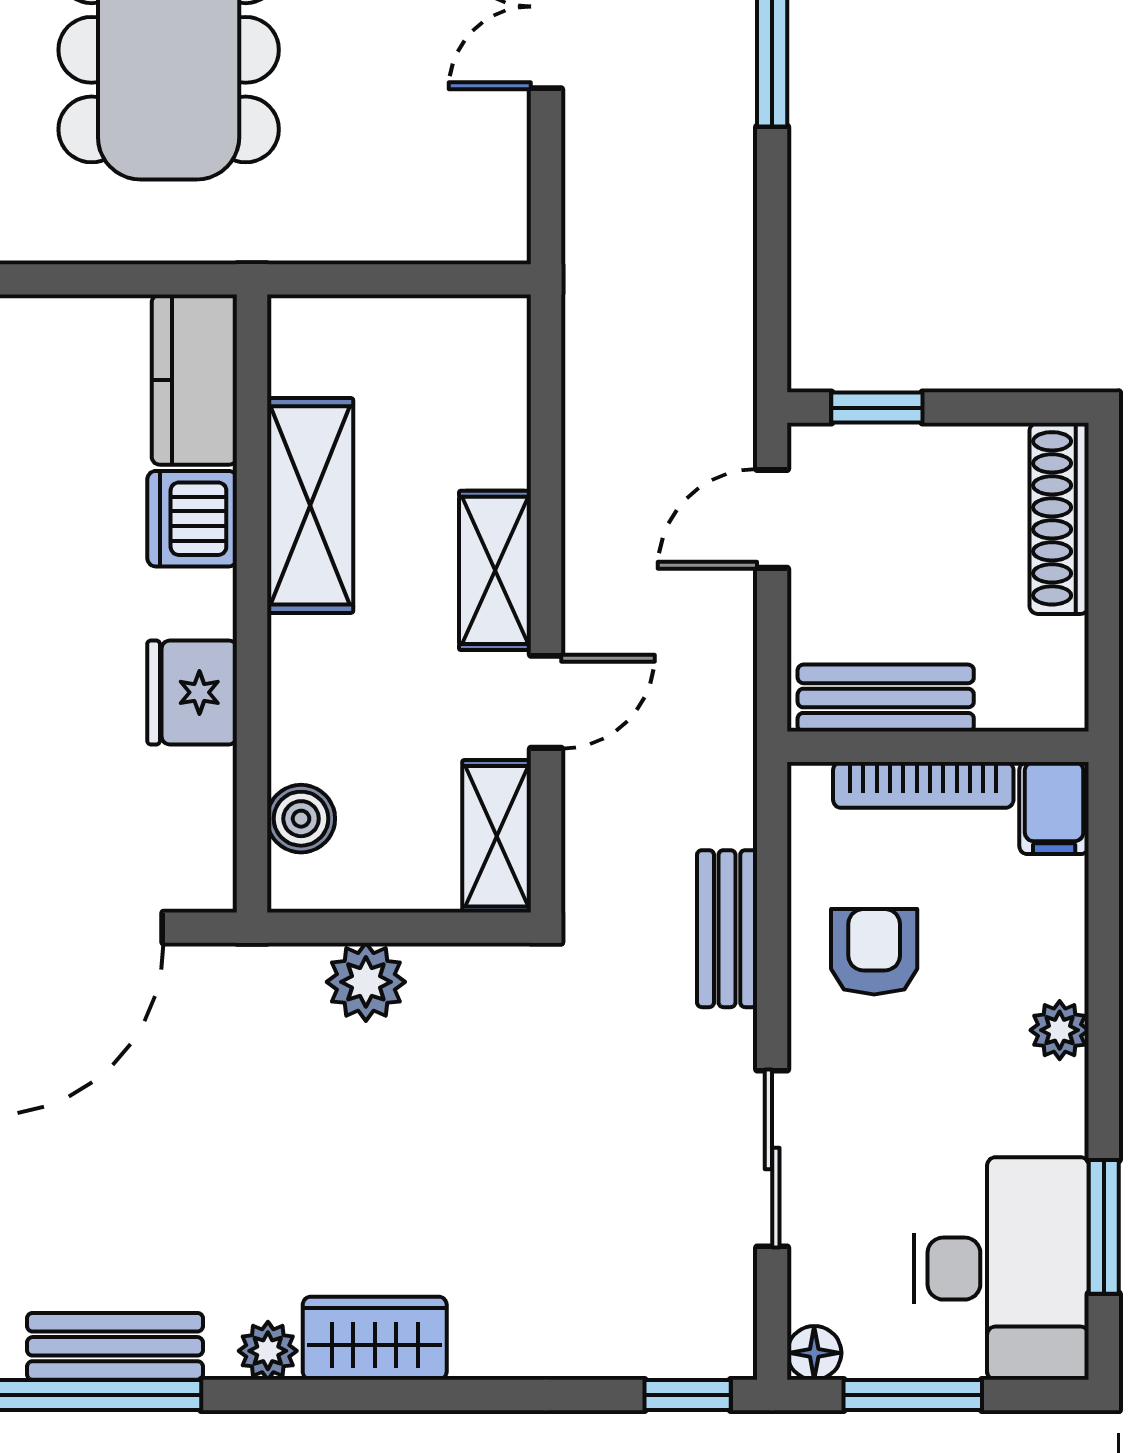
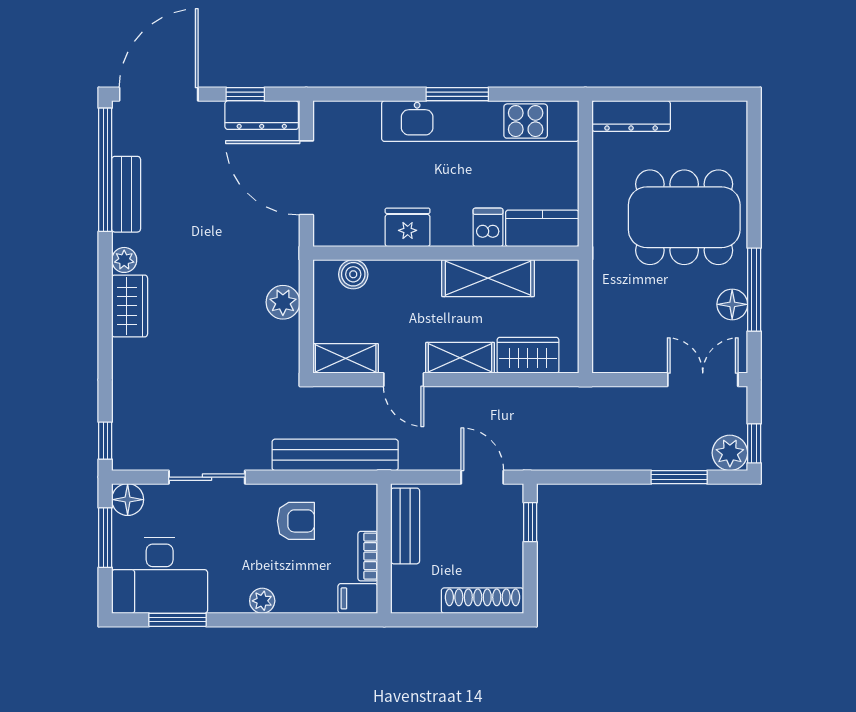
wardrobe: (489, 413) -> (528, 355), added
dishwasher: (192, 519) -> (488, 227), width x0.73
bookcase: (923, 785) -> (368, 556), width x0.64
bench: (727, 929) -> (335, 455), width x1.86, depth x1.21
floor lamp: (814, 1353) -> (128, 500), width x1.37, depth x1.37

